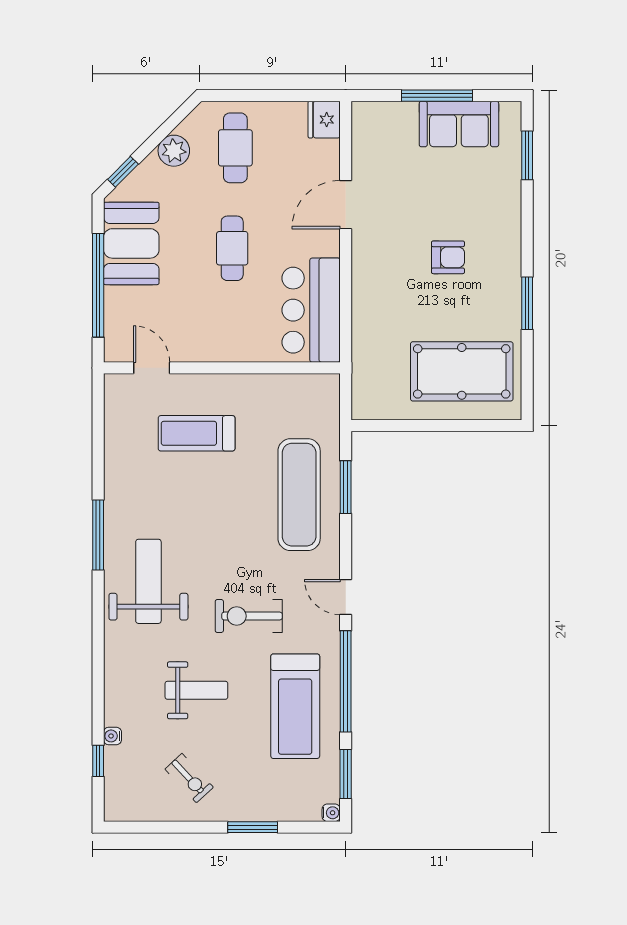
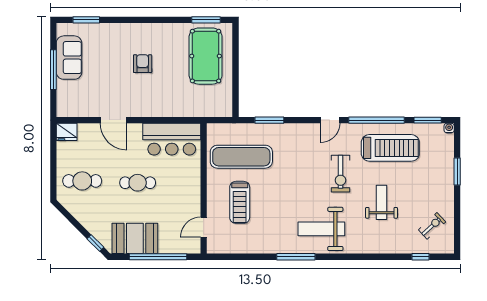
plant: (174, 151) -> (84, 215), removed
window: (527, 303) -> (206, 20), moved
exercise mat: (299, 495) -> (241, 157), moved
water cooler: (112, 736) -> (407, 249), removed
exercise bike: (189, 778) -> (432, 226), moved

